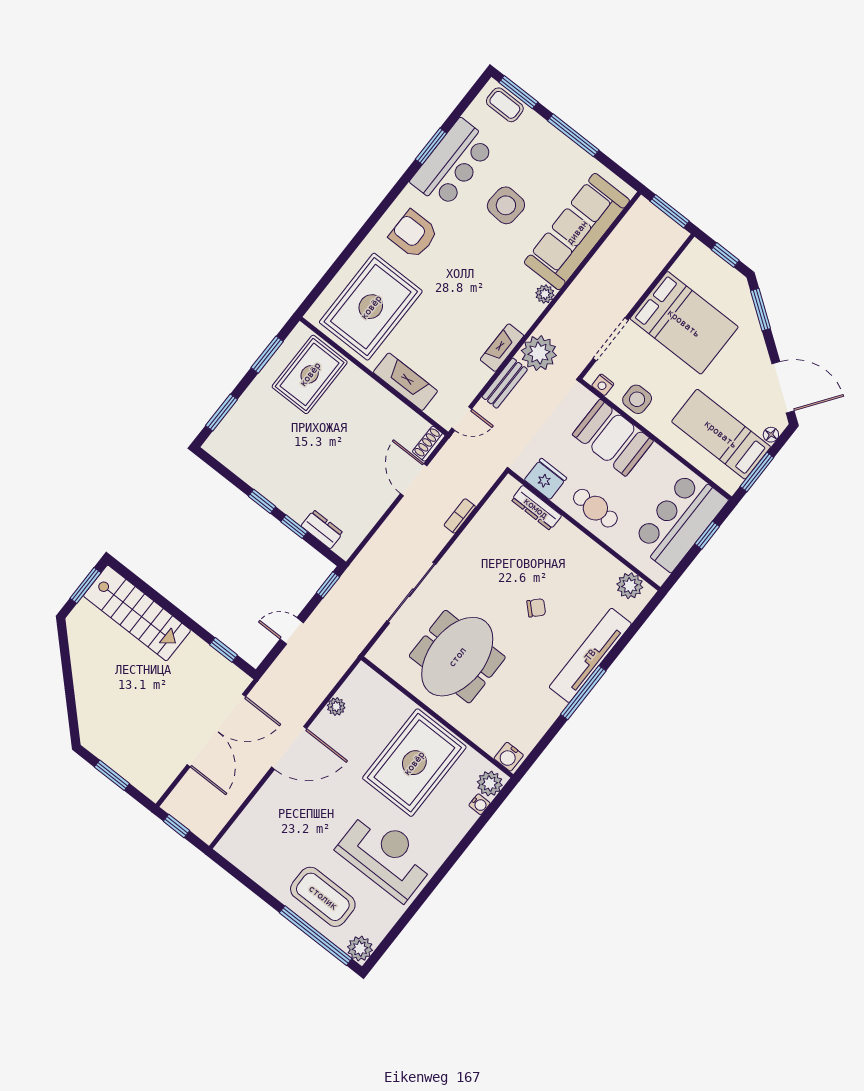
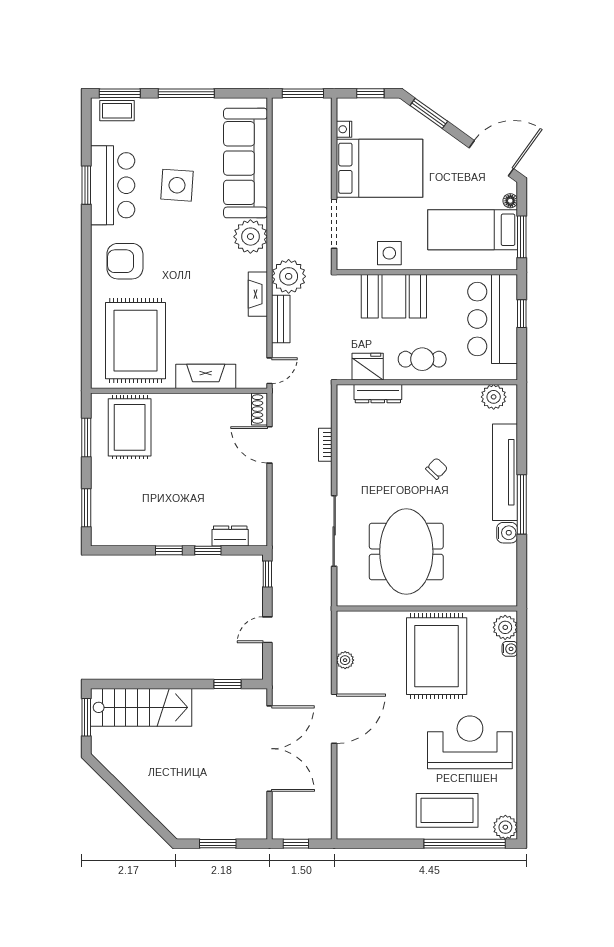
plant: (545, 294) -> (250, 237), width x1.87, depth x1.87
nightstand: (603, 385) -> (344, 129), moved, turned 90
water cooler: (509, 757) -> (507, 533), moved, turned -90

